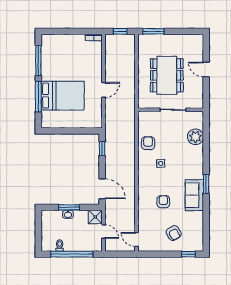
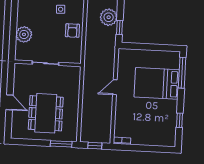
window: (38, 61) -> (180, 120), width x0.46
dining table: (167, 75) -> (46, 113), moved
window: (38, 97) -> (182, 73), moved
plant: (113, 158) -> (109, 17), added

